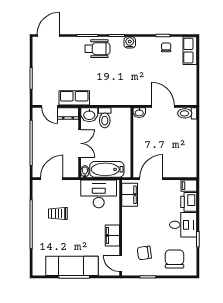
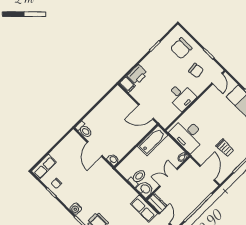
bathtub: (107, 169) -> (153, 141), moved, turned -90
door: (52, 179) -> (207, 173), swing flipped
filing cabinet: (130, 195) -> (169, 115), removed
desk: (183, 225) -> (181, 96), moved, turned 180
filing cabinet: (112, 235) -> (205, 101), removed

